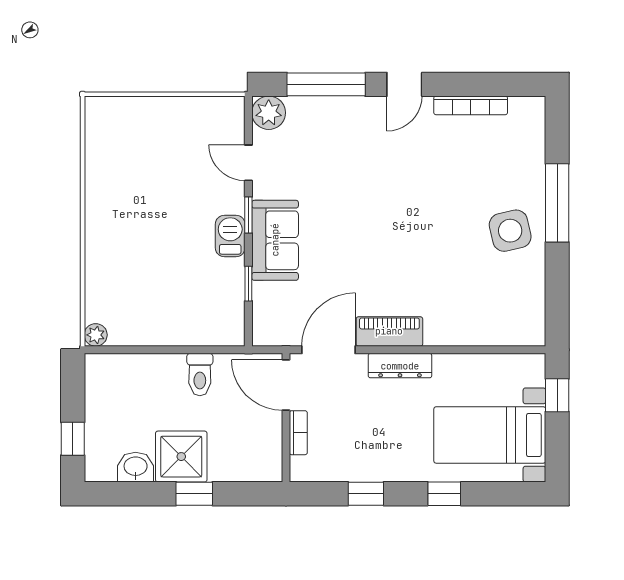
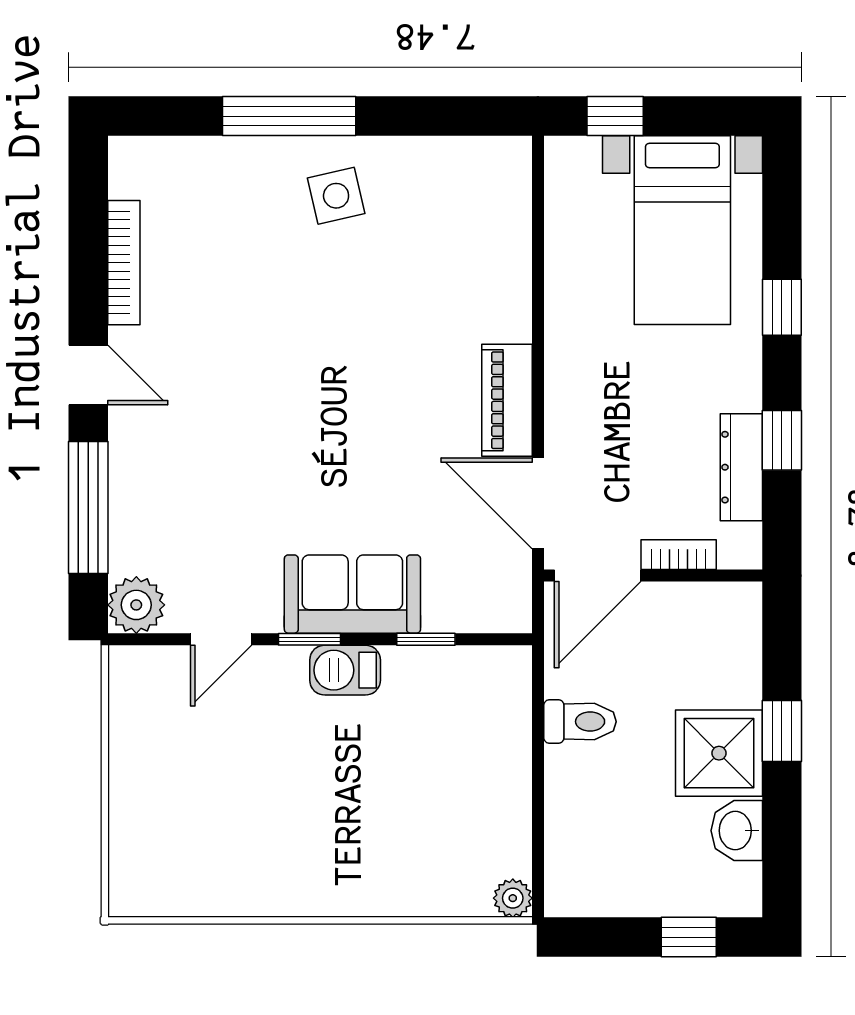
side table: (510, 231) -> (336, 196), width x0.73, depth x0.73
dresser: (400, 366) -> (741, 467), moved, turned 180

